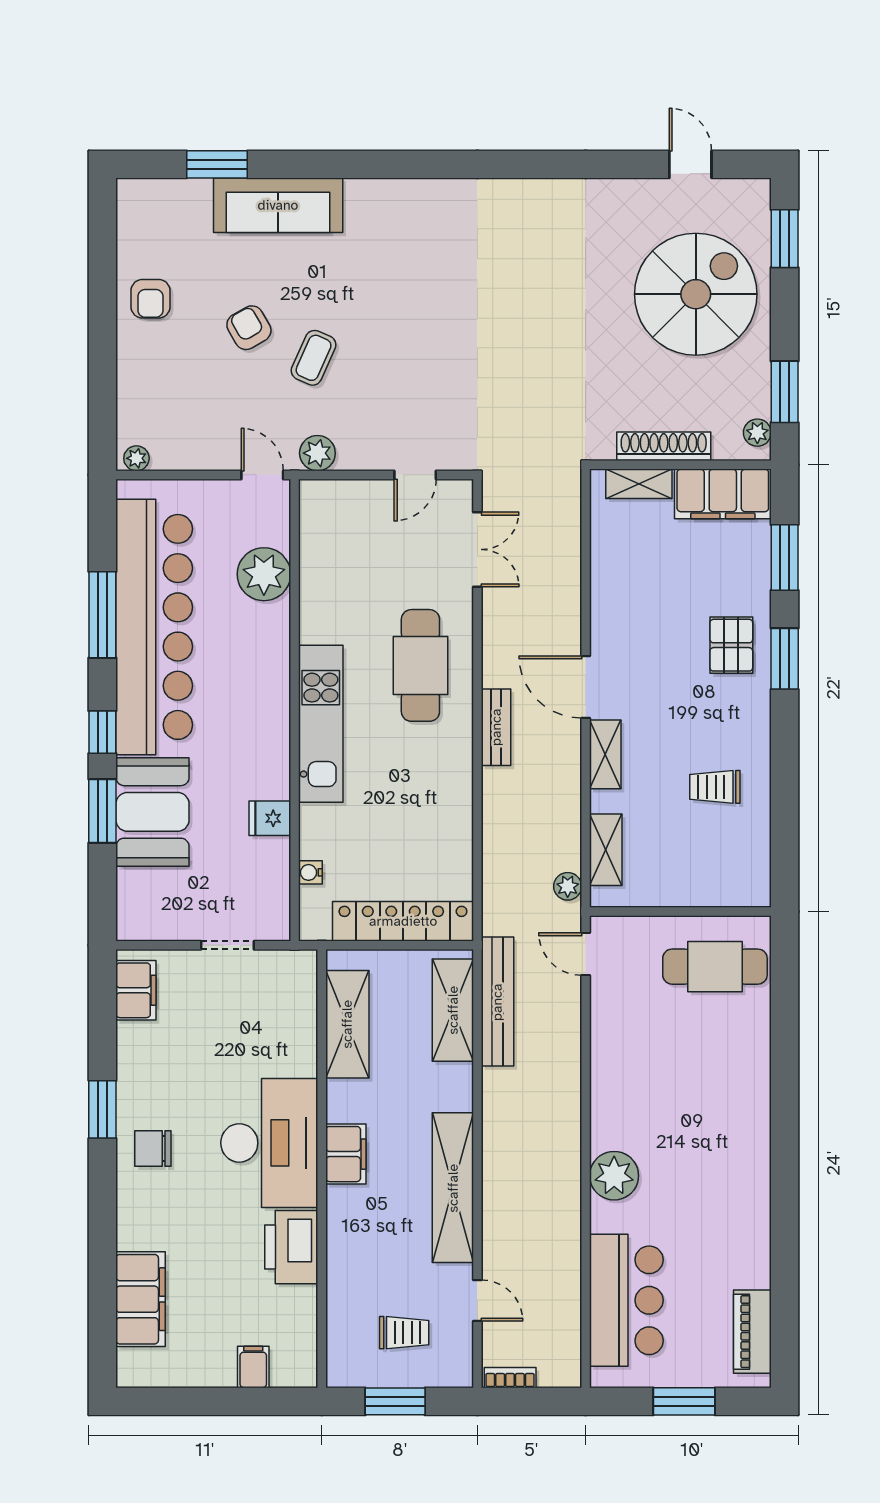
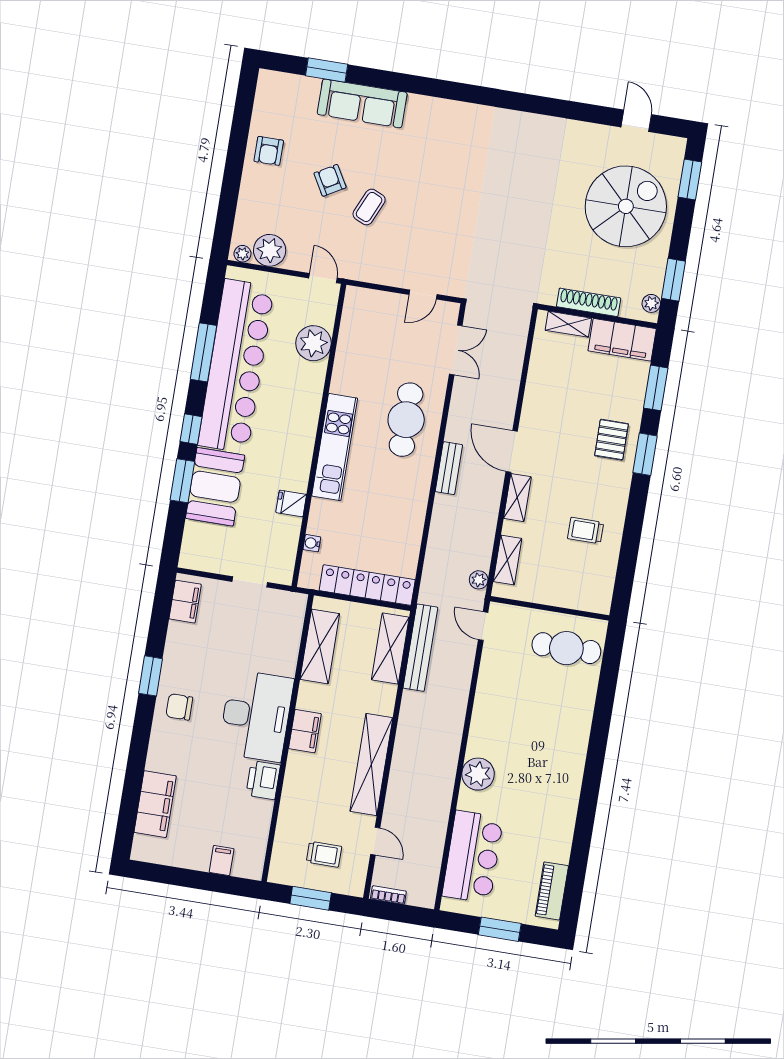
plant: (317, 453) -> (270, 250), moved, width x1.36, depth x1.36
printer: (291, 1247) -> (263, 780), width x0.73, depth x0.84

